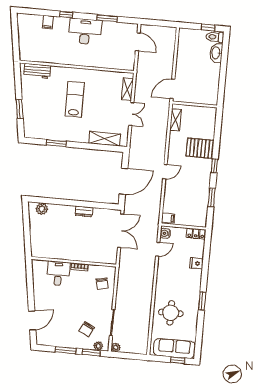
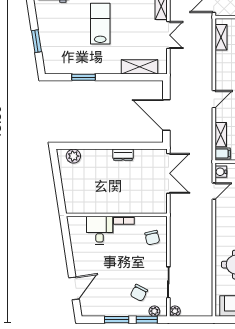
door: (123, 181) -> (166, 115), swing flipped
shelving: (168, 202) -> (221, 135), added

